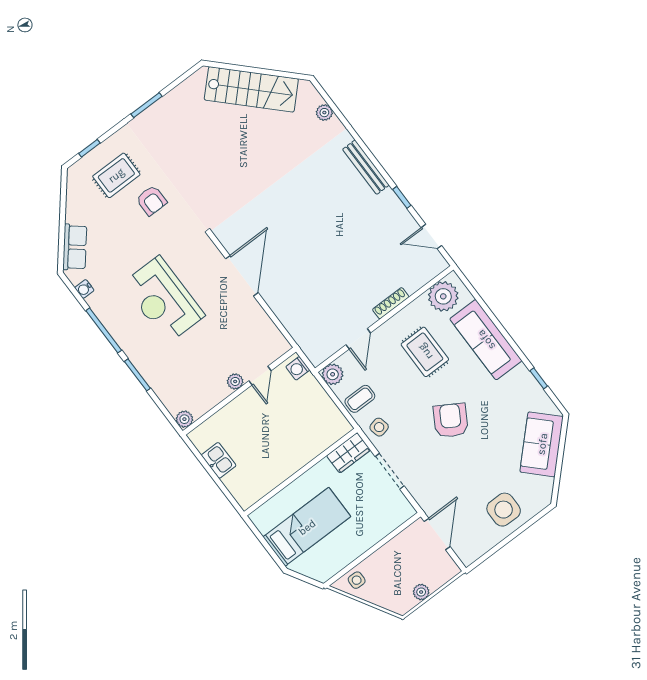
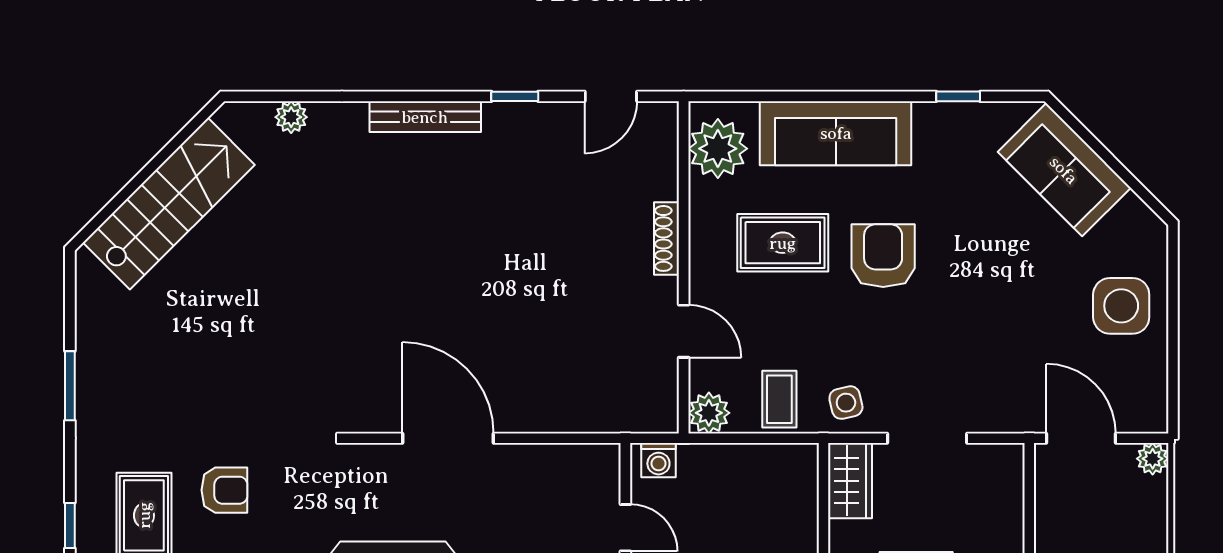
armchair: (451, 420) -> (883, 256), moved, turned 59
plant: (421, 592) -> (1153, 459), moved

